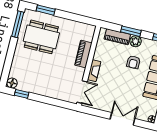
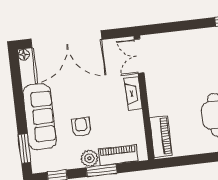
piano: (83, 54) -> (161, 137), moved
double door: (122, 119) -> (66, 39), width x1.87

